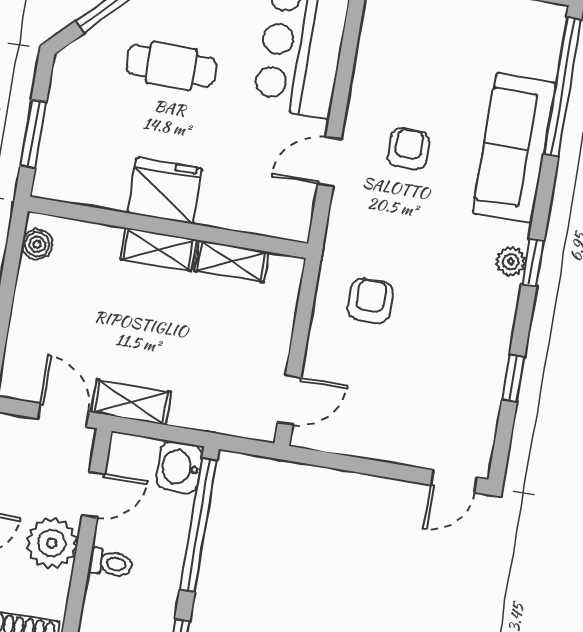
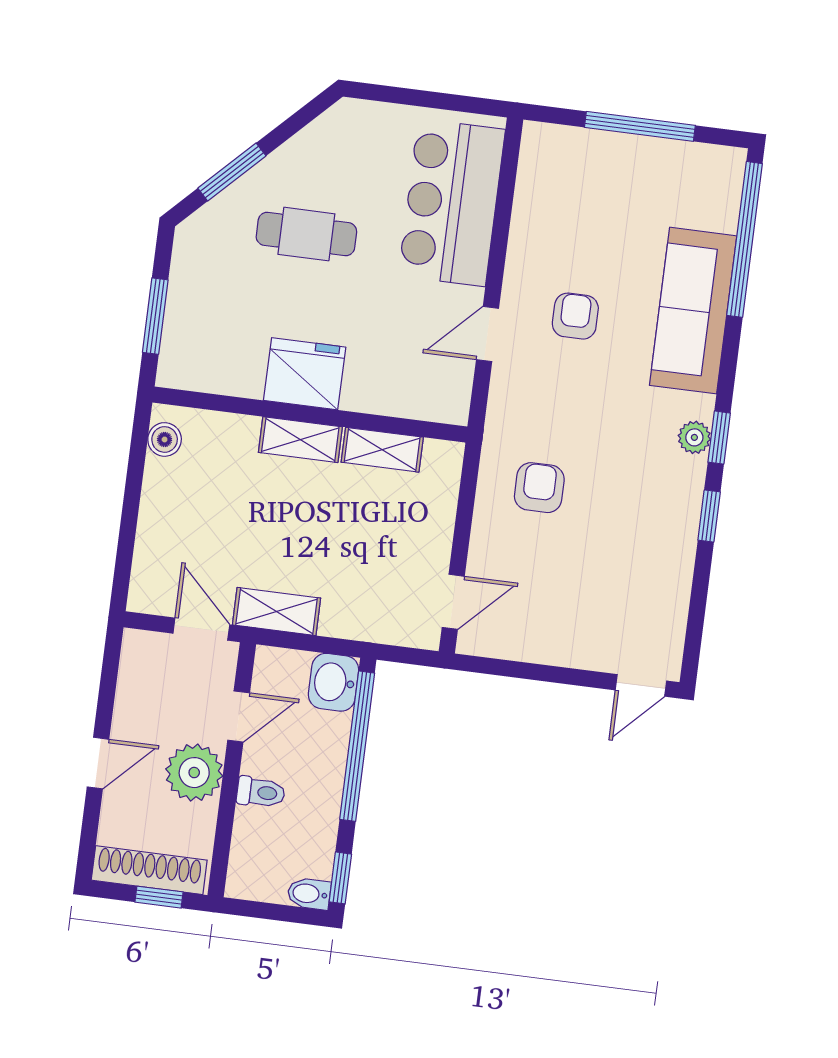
window: (513, 378) -> (709, 516), moved

